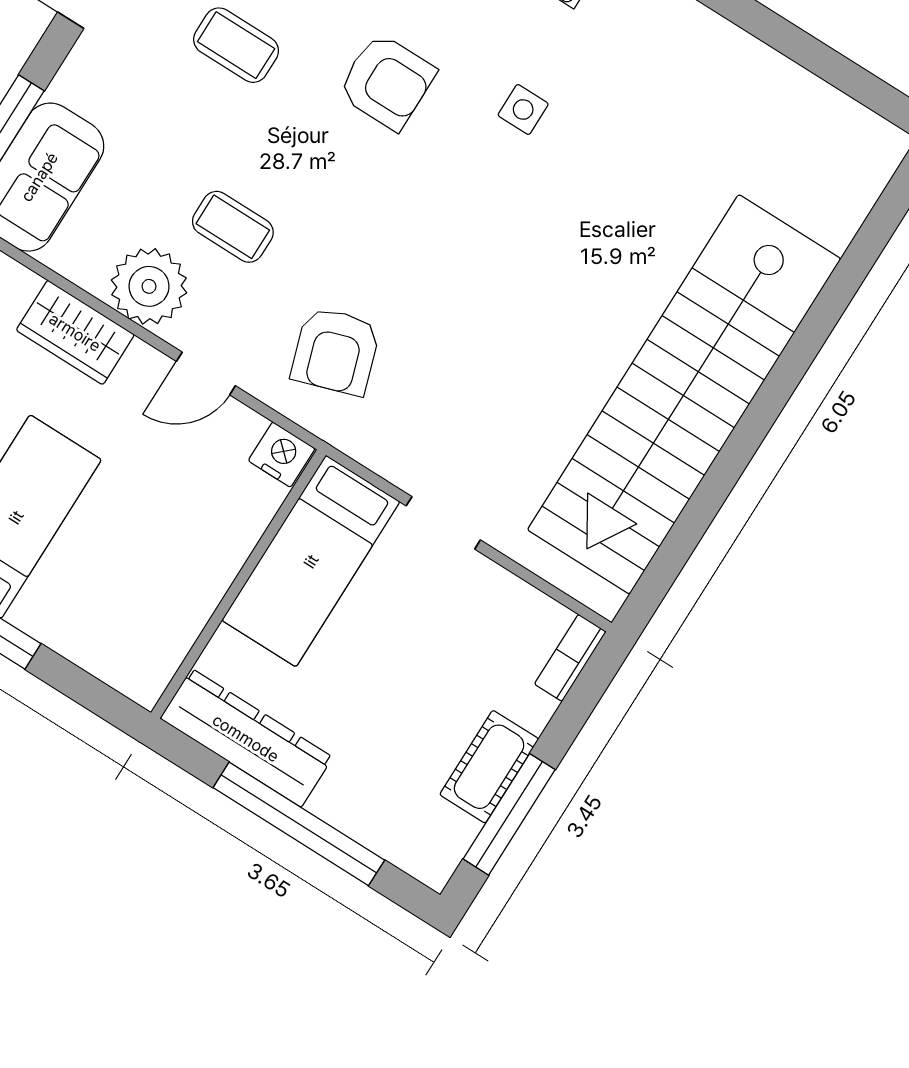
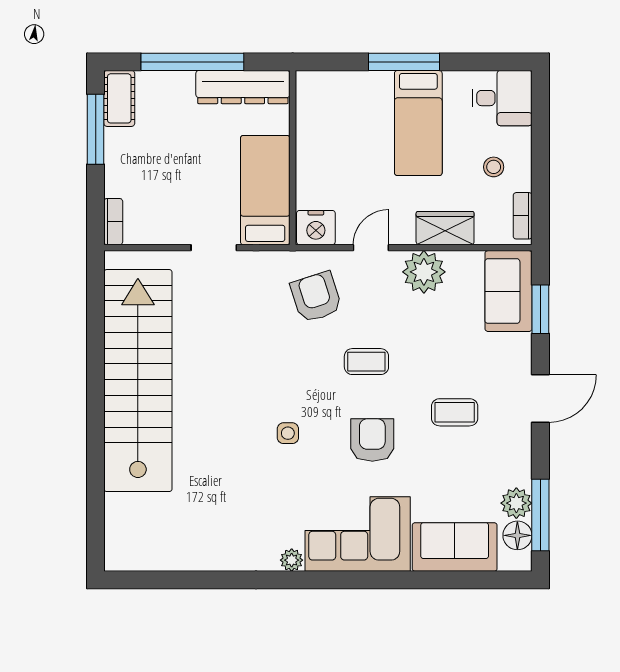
armchair: (387, 82) -> (372, 440), turned 90
side table: (523, 109) -> (288, 433), moved
coffee table: (233, 227) -> (366, 362), moved
nightstand: (282, 455) -> (316, 228), width x1.36, depth x1.33
cot: (489, 767) -> (119, 98), moved

